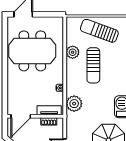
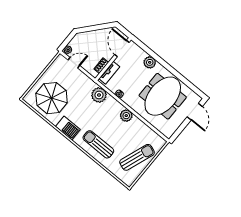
plant: (73, 52) -> (126, 116), moved
sun lounger: (93, 65) -> (98, 144), moved
plant: (13, 84) -> (150, 62), added

